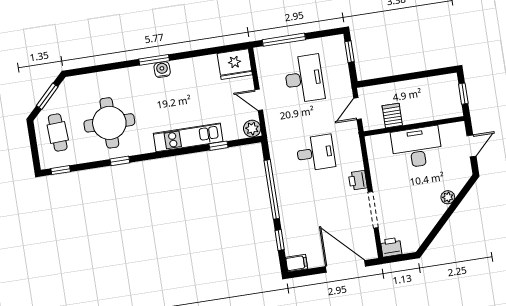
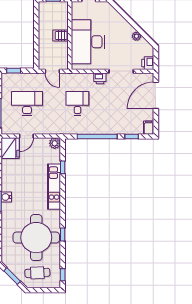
door: (259, 100) -> (26, 136), moved
server rack: (392, 116) -> (61, 35), moved
round table: (109, 123) -> (36, 238), width x1.36, depth x1.36
desk: (417, 147) -> (88, 42), width x1.36, depth x1.30
plant: (448, 197) -> (136, 36), moved

